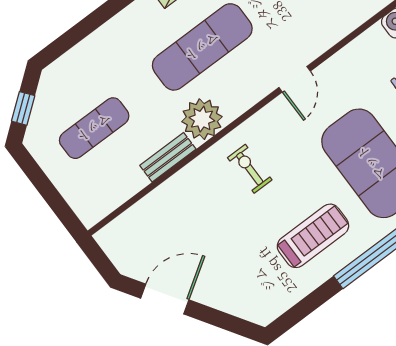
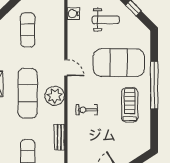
plant: (202, 119) -> (55, 96), moved

